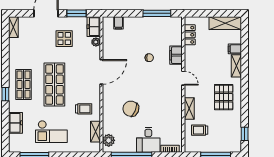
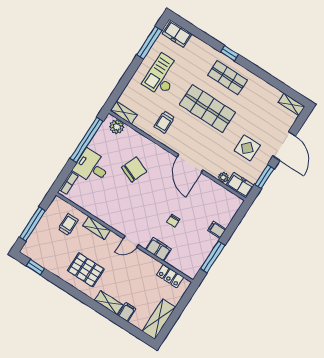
filing cabinet: (118, 23) -> (217, 230), moved
freezer: (16, 123) -> (177, 34), moved
shelving: (95, 132) -> (124, 113), moved

